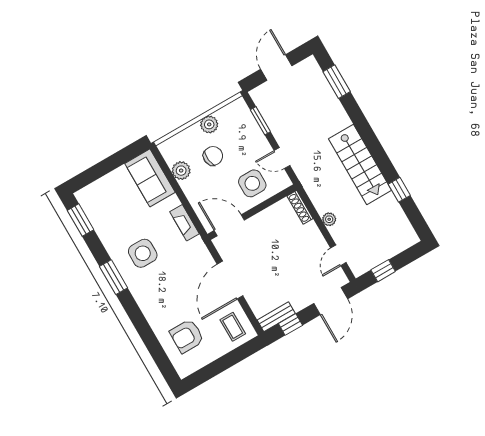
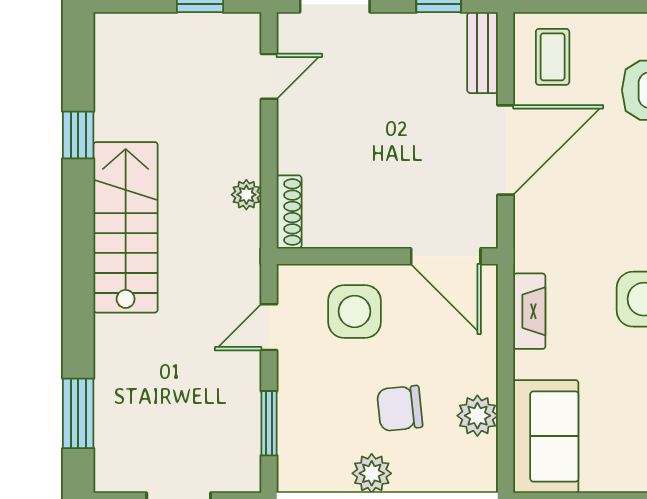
door: (282, 158) -> (269, 327), swing flipped
plant: (329, 219) -> (246, 195), moved
bench: (276, 317) -> (483, 53), moved, turned 90

